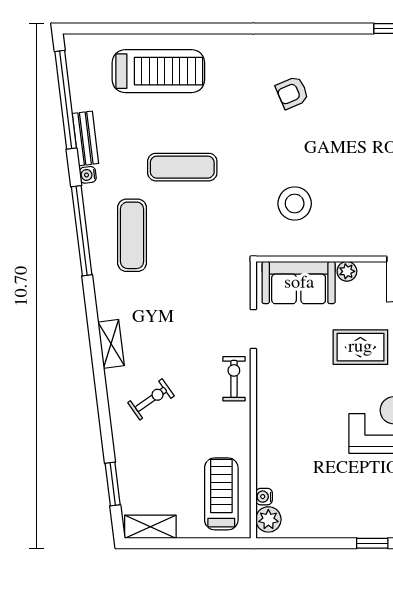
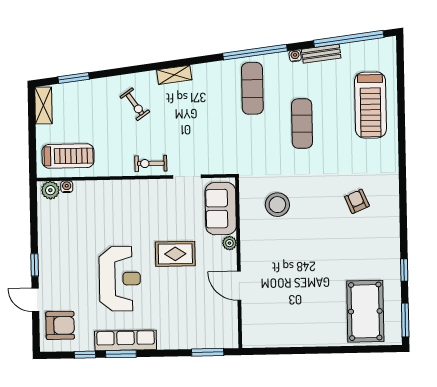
exercise mat: (132, 235) -> (252, 88), turned 90
rug: (360, 347) -> (175, 254), turned 90
exercise bike: (234, 379) -> (151, 163), turned 180

